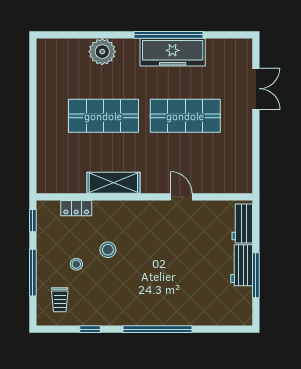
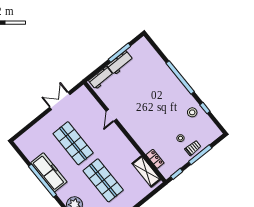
double door: (256, 89) -> (60, 101), moved
shelving: (113, 183) -> (146, 171), moved
stool: (108, 250) -> (192, 112), moved
trolley: (60, 300) -> (193, 148), moved

